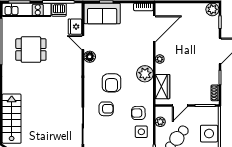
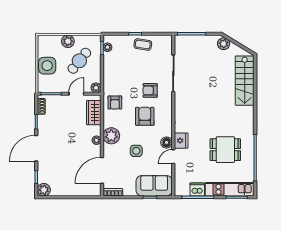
fridge: (75, 27) -> (181, 141), moved
door: (83, 43) -> (173, 157), swing flipped
plant: (145, 74) -> (111, 136), moved
armchair: (138, 113) -> (115, 103), moved, turned 91
plant: (160, 122) -> (96, 88), moved
side table: (141, 132) -> (136, 151), moved

